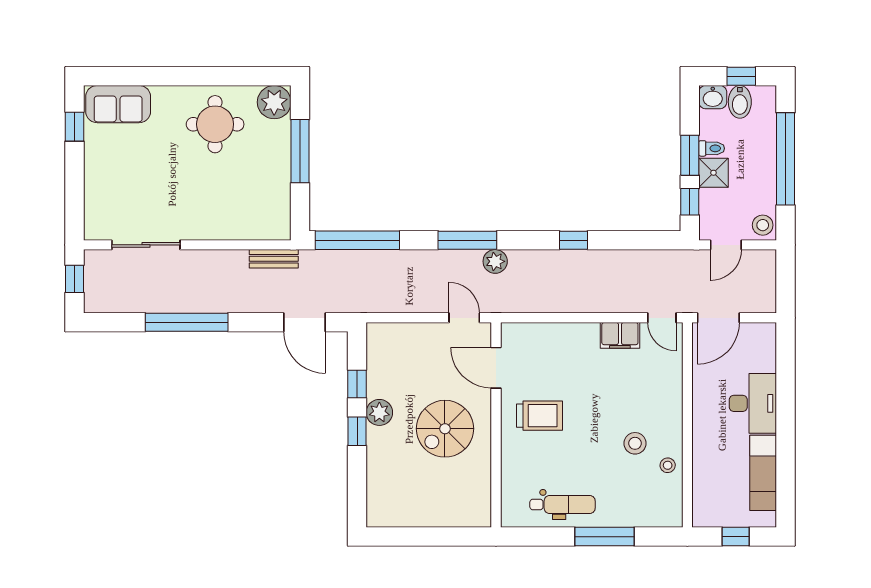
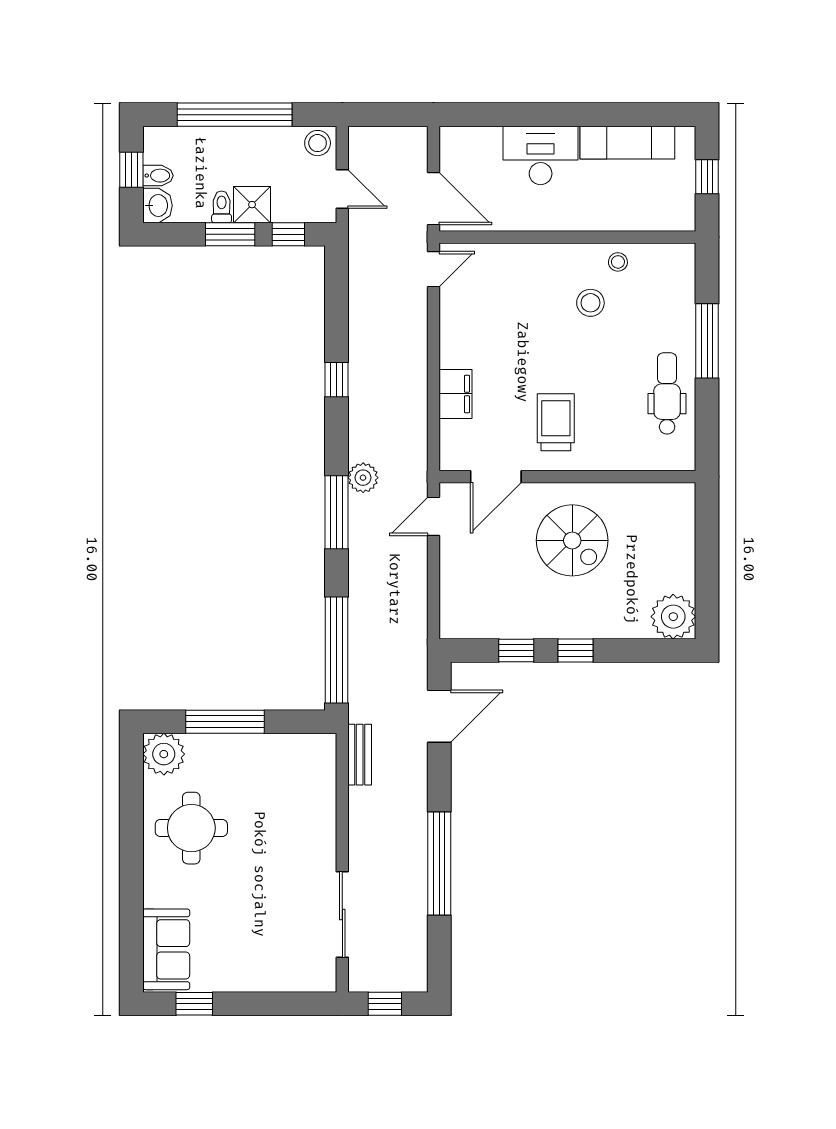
bidet: (740, 102) -> (158, 176), width x0.72, depth x0.74
filing cabinet: (620, 335) -> (456, 394), moved
plant: (379, 412) -> (673, 617), moved, width x1.36, depth x1.36

